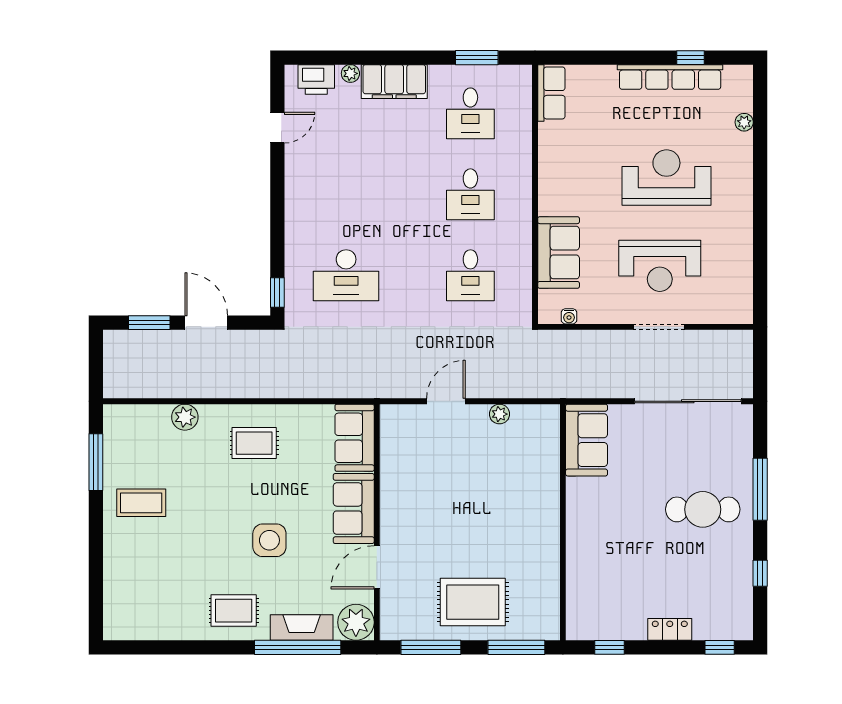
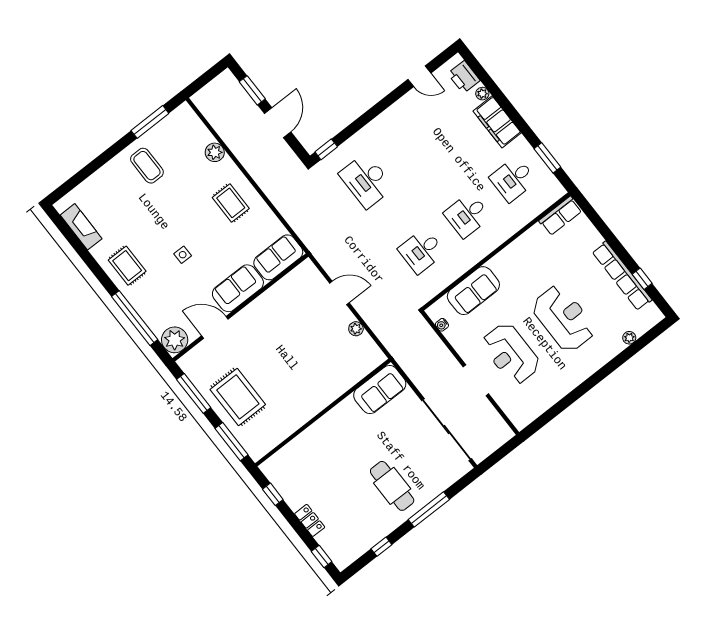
side table: (269, 540) -> (183, 255), width x0.54, depth x0.54
fireplace: (302, 628) -> (81, 227), moved

